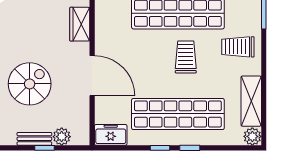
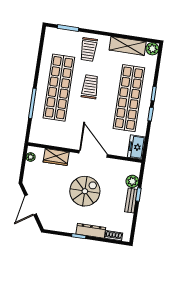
trolley: (186, 57) -> (90, 87), turned 90
door: (92, 76) -> (93, 154), hinge flipped
spiral stairs: (30, 84) -> (85, 191), moved, turned 90

